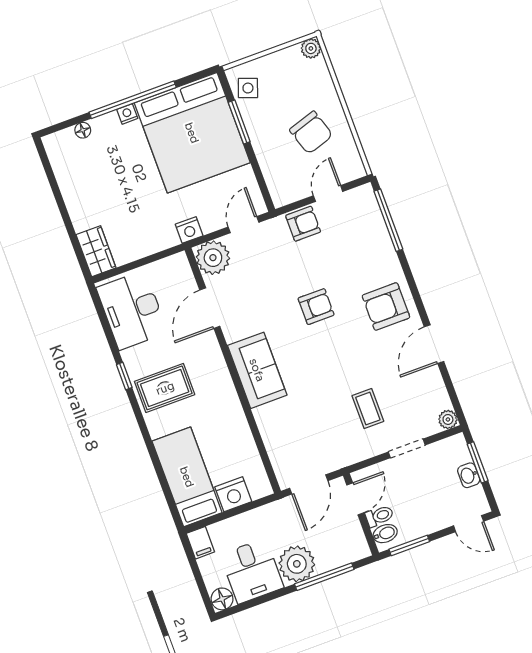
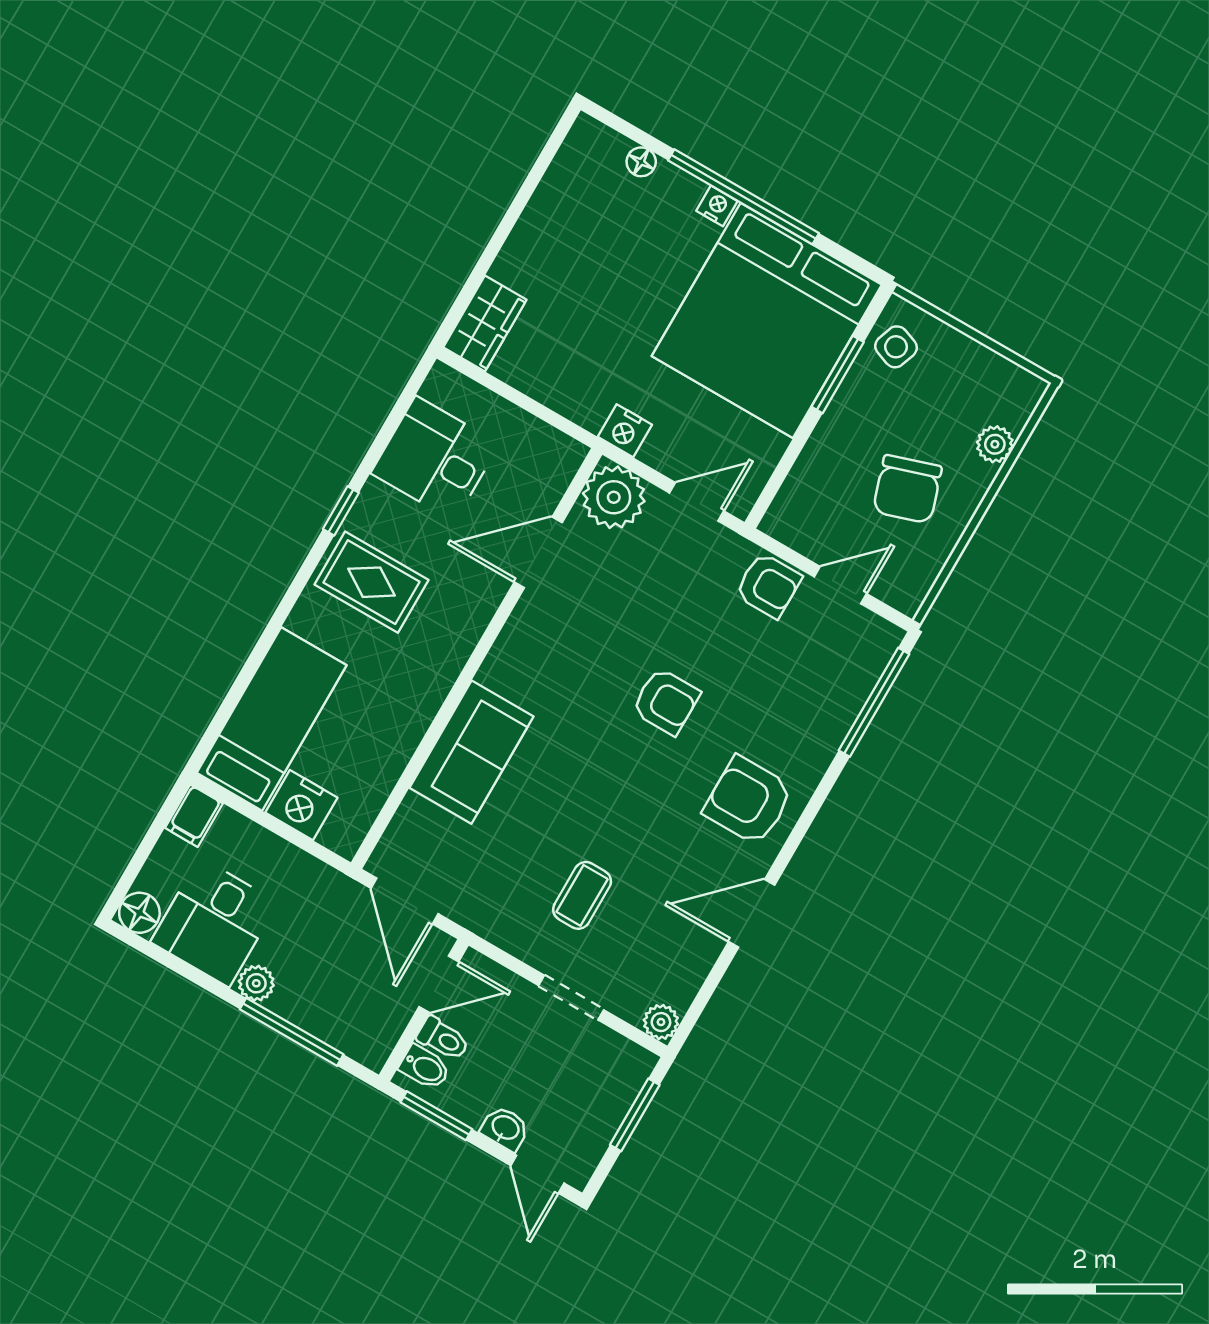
plant: (311, 48) -> (995, 444), moved
desk: (132, 310) -> (435, 459), width x0.73
sofa: (257, 370) -> (471, 752), moved
washbasin: (469, 475) -> (505, 1128), moved, turned 90
door: (309, 484) -> (405, 901), hinge flipped
plant: (297, 564) -> (256, 983), width x0.53, depth x0.53

